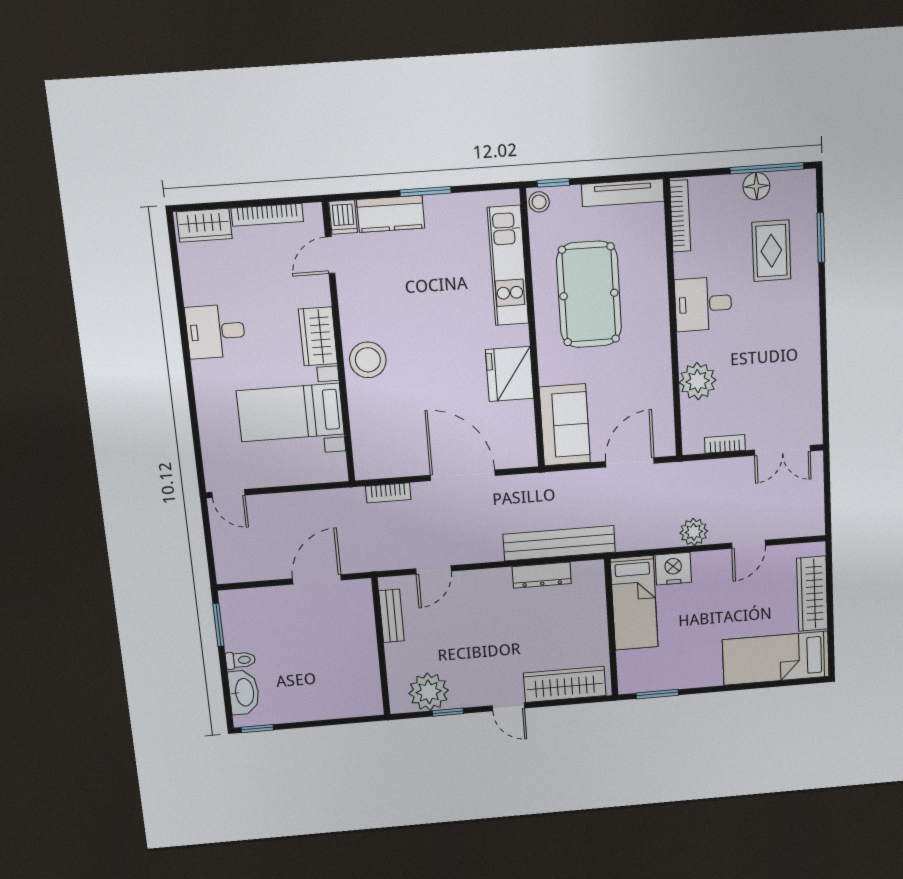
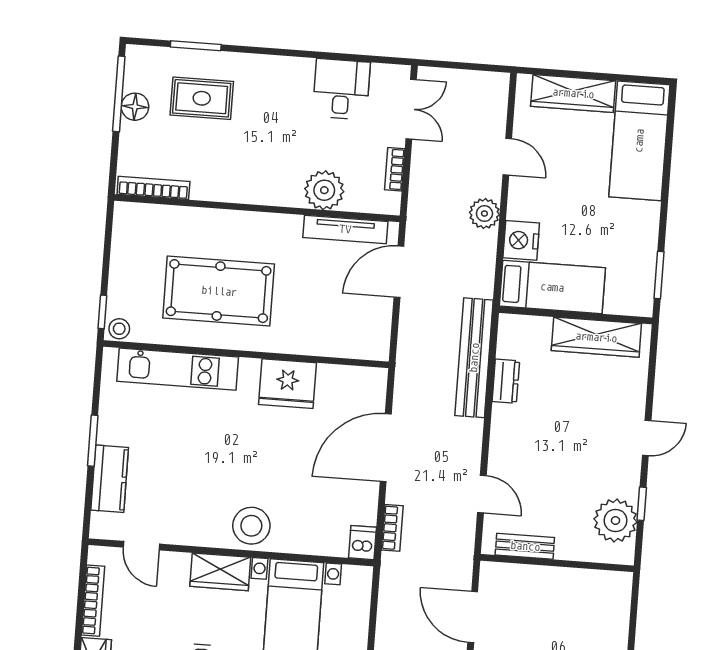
tv unit: (623, 193) -> (345, 229), moved, turned 90
dishwasher: (343, 217) -> (363, 543), moved, turned -90
desk: (703, 304) -> (341, 89), moved, turned 180
sofa: (565, 425) -> (349, 334), removed
door: (630, 462) -> (399, 272), hinge flipped
dresser: (542, 575) -> (506, 381), width x0.70
wardrobe: (565, 684) -> (596, 337), moved, turned -90

